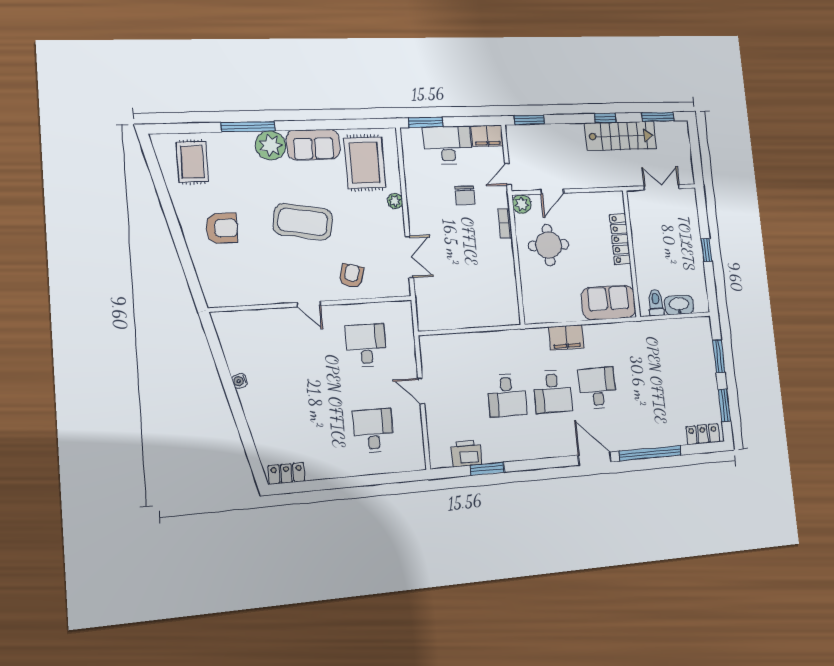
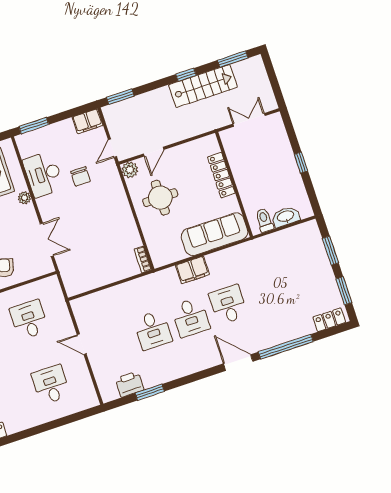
desk: (448, 145) -> (43, 174), moved, turned -90
bookcase: (505, 223) -> (143, 260), moved
sofa: (609, 303) -> (214, 234), width x1.36

